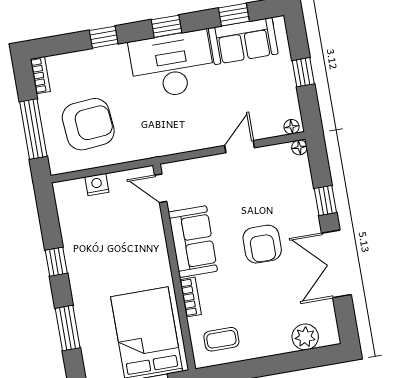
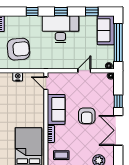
sofa: (243, 41) -> (106, 30), moved, turned 90
window: (303, 72) -> (118, 43), width x3.17

